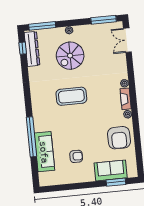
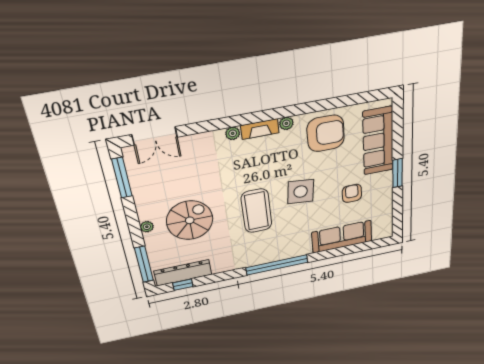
spiral stairs: (70, 56) -> (190, 220), turned -90
side table: (82, 124) -> (301, 192), added
window: (31, 137) -> (277, 265), moved
sofa: (111, 170) -> (378, 141), width x1.36
window: (116, 182) -> (397, 173), moved

